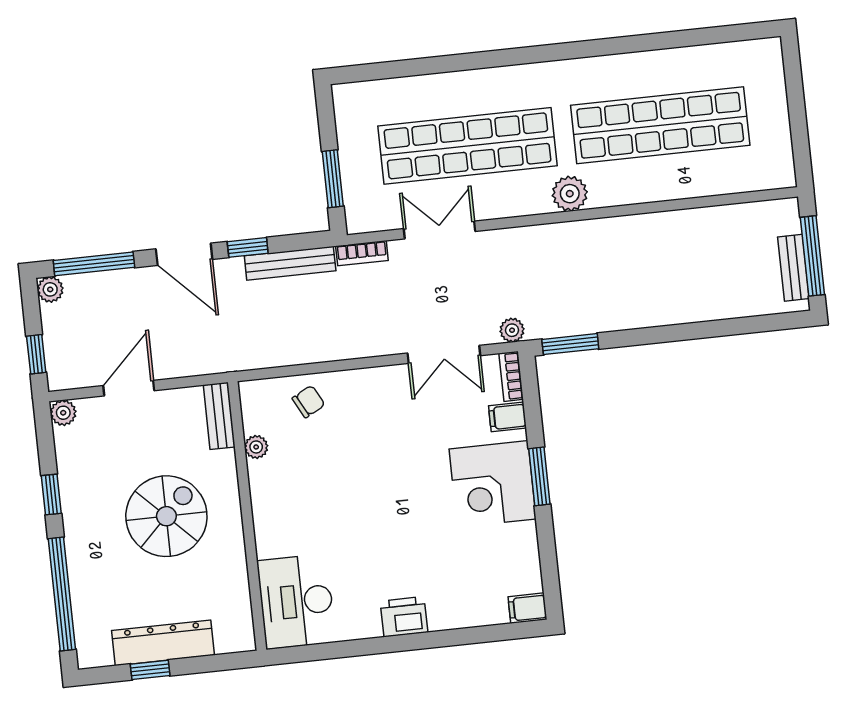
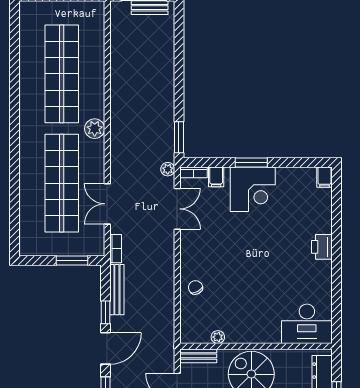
bench: (219, 416) -> (198, 356), moved
plant: (256, 447) -> (218, 337), moved
wall: (247, 516) -> (256, 346), moved
desk: (296, 601) -> (307, 324), moved

